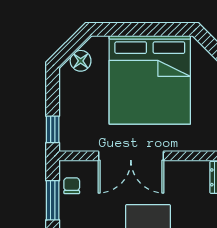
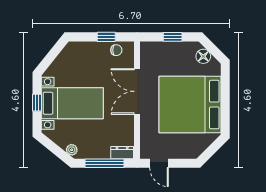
window: (53, 129) -> (173, 37), moved
window: (53, 200) -> (106, 37), width x0.67

